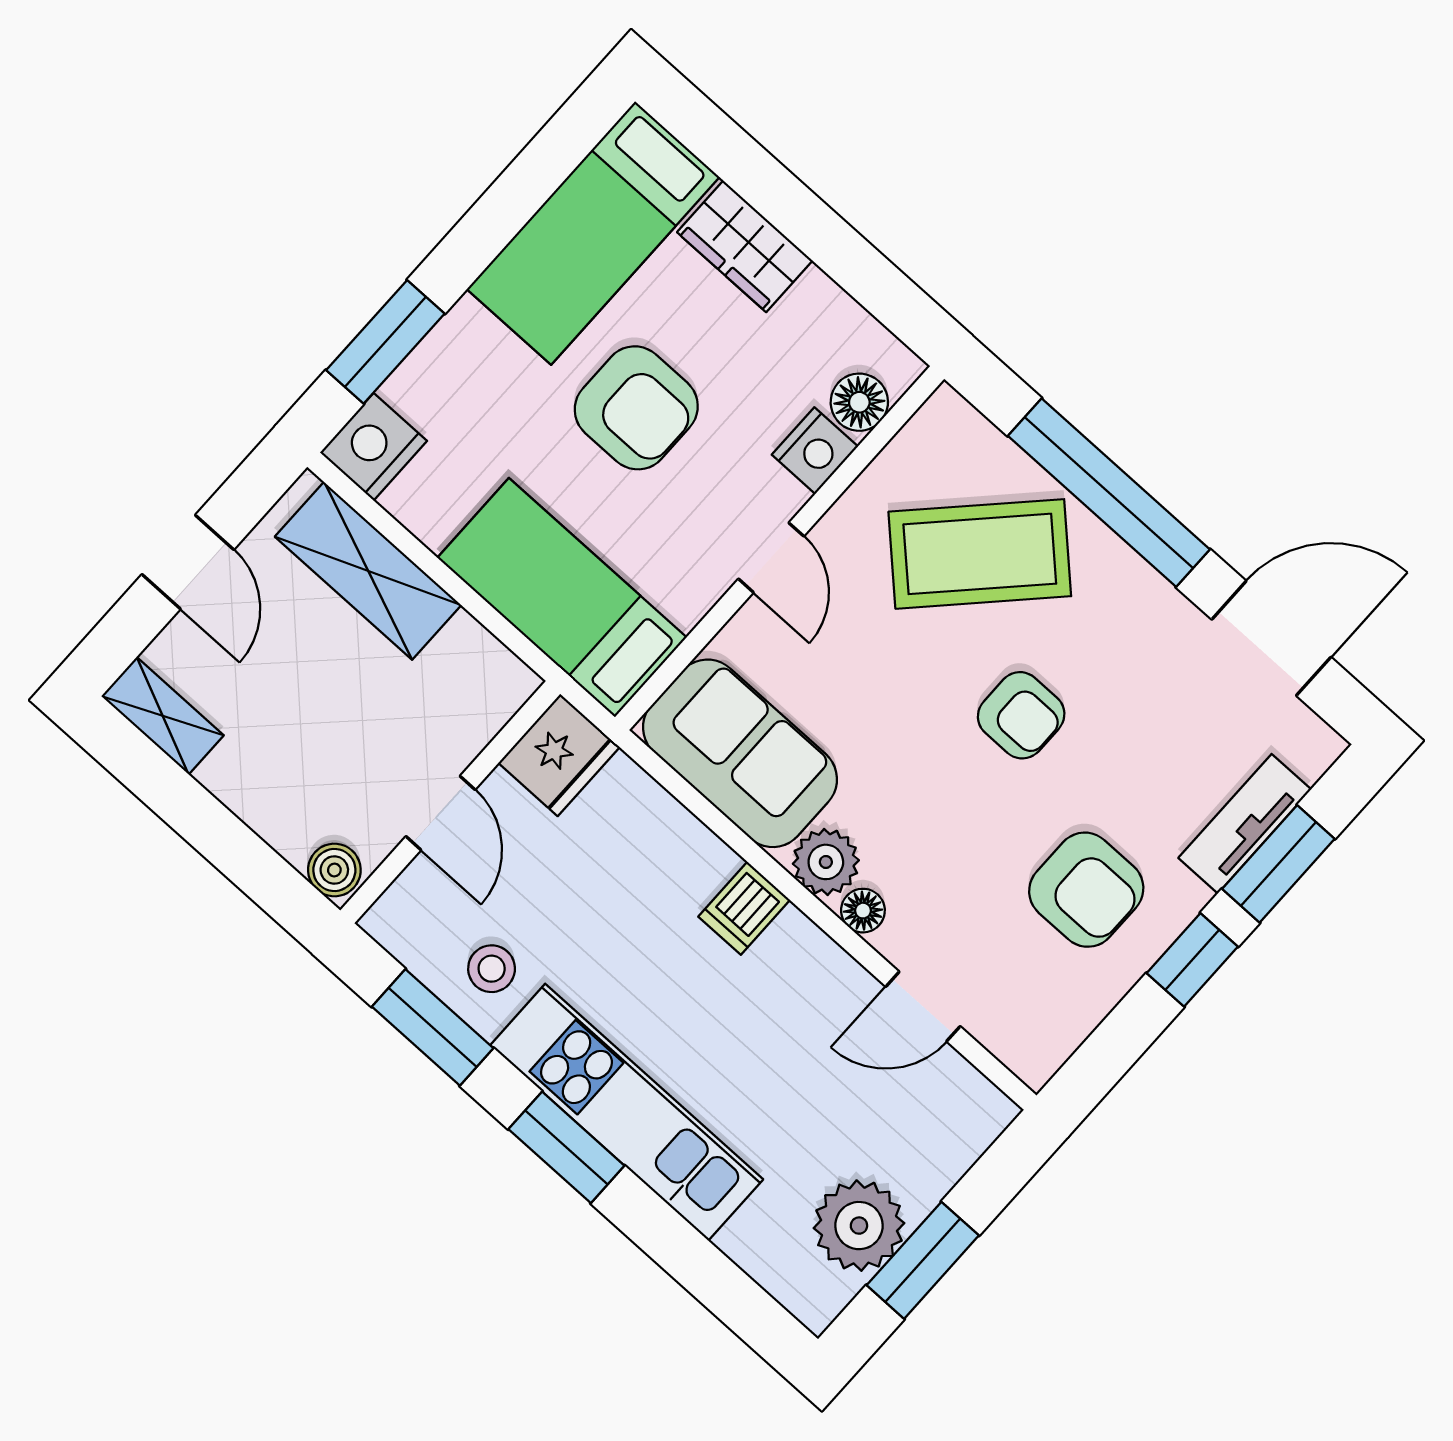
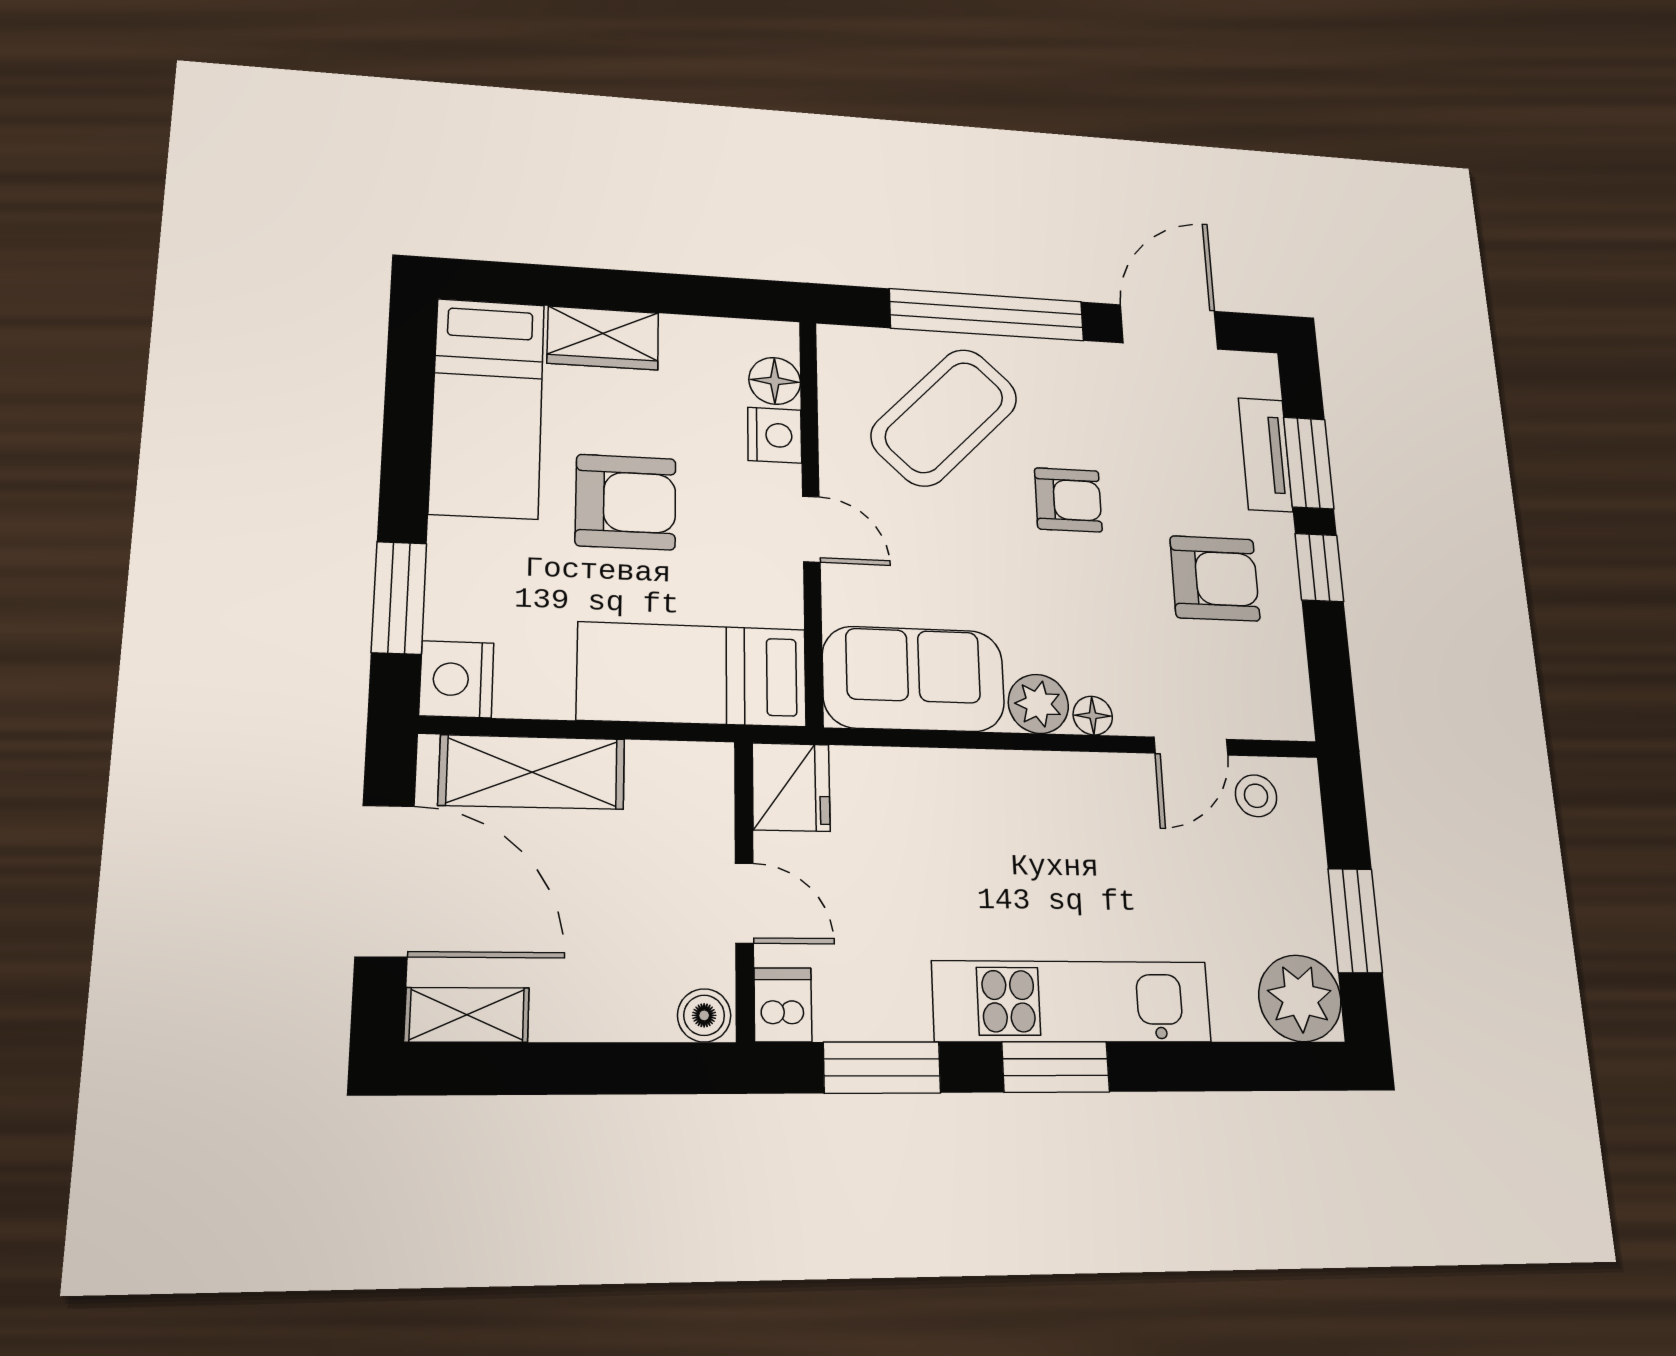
door: (188, 562) -> (385, 880), width x1.87
dishwasher: (744, 908) -> (783, 1005), moved, turned 180
stool: (492, 969) -> (1256, 796), moved
plant: (859, 1226) -> (1300, 998), moved

